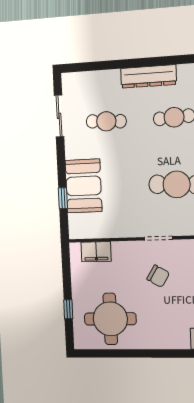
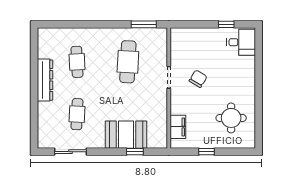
window: (68, 309) -> (206, 152), moved
round table: (110, 319) -> (231, 118), width x0.73, depth x0.73

